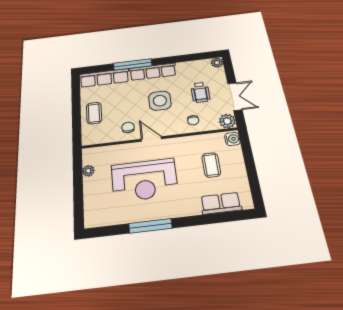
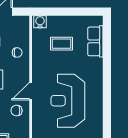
plant: (227, 121) -> (22, 23), removed
reception desk: (144, 180) -> (68, 101), turned 180
window: (150, 226) -> (107, 99), removed

